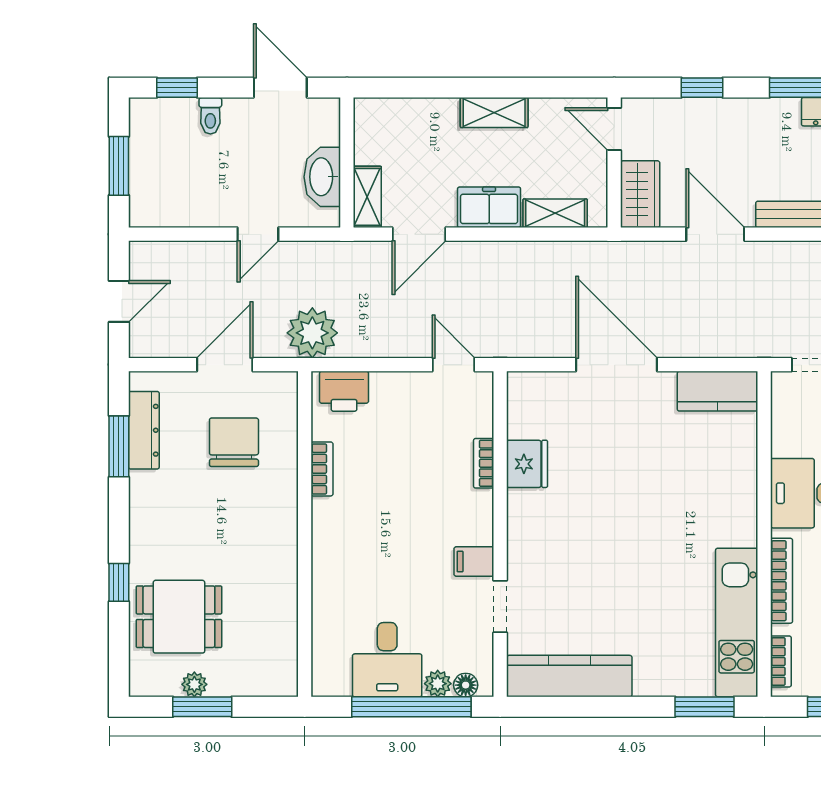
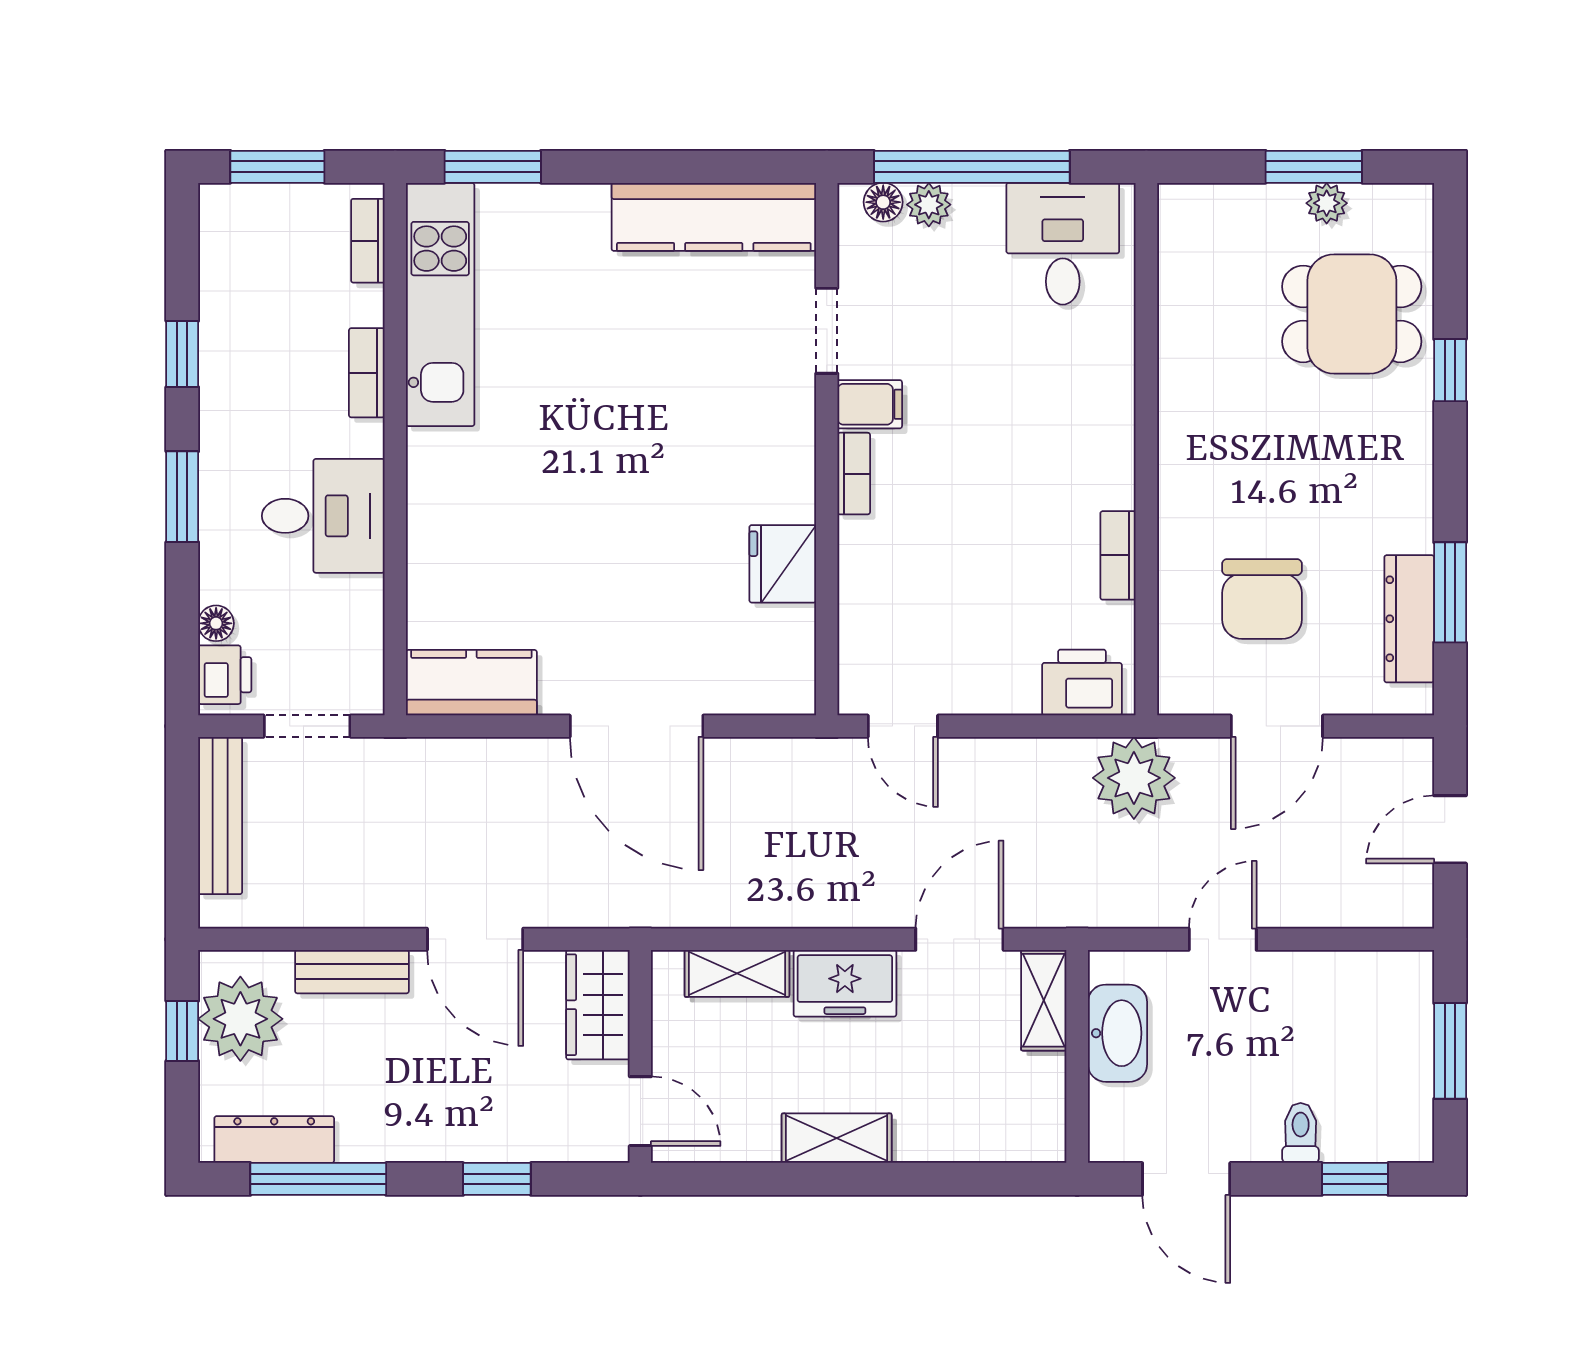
bookcase: (484, 463) -> (854, 474), moved
bookcase: (782, 581) -> (367, 373), width x0.64
desk: (387, 660) -> (1063, 244), moved

